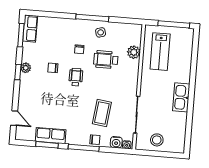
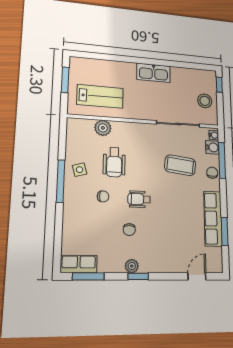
window: (174, 24) -> (65, 80), width x0.69
row of seats: (51, 136) -> (213, 219), width x1.48
window: (84, 148) -> (222, 161), moved
window: (172, 155) -> (219, 85), added

